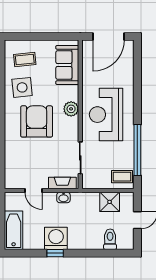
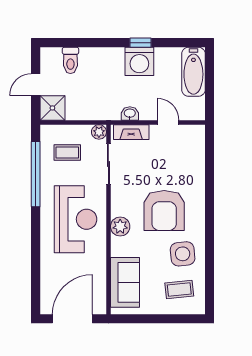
coffee table: (122, 177) -> (67, 152), moved
plant: (88, 183) -> (99, 132), added
shower: (110, 202) -> (52, 108), moved

